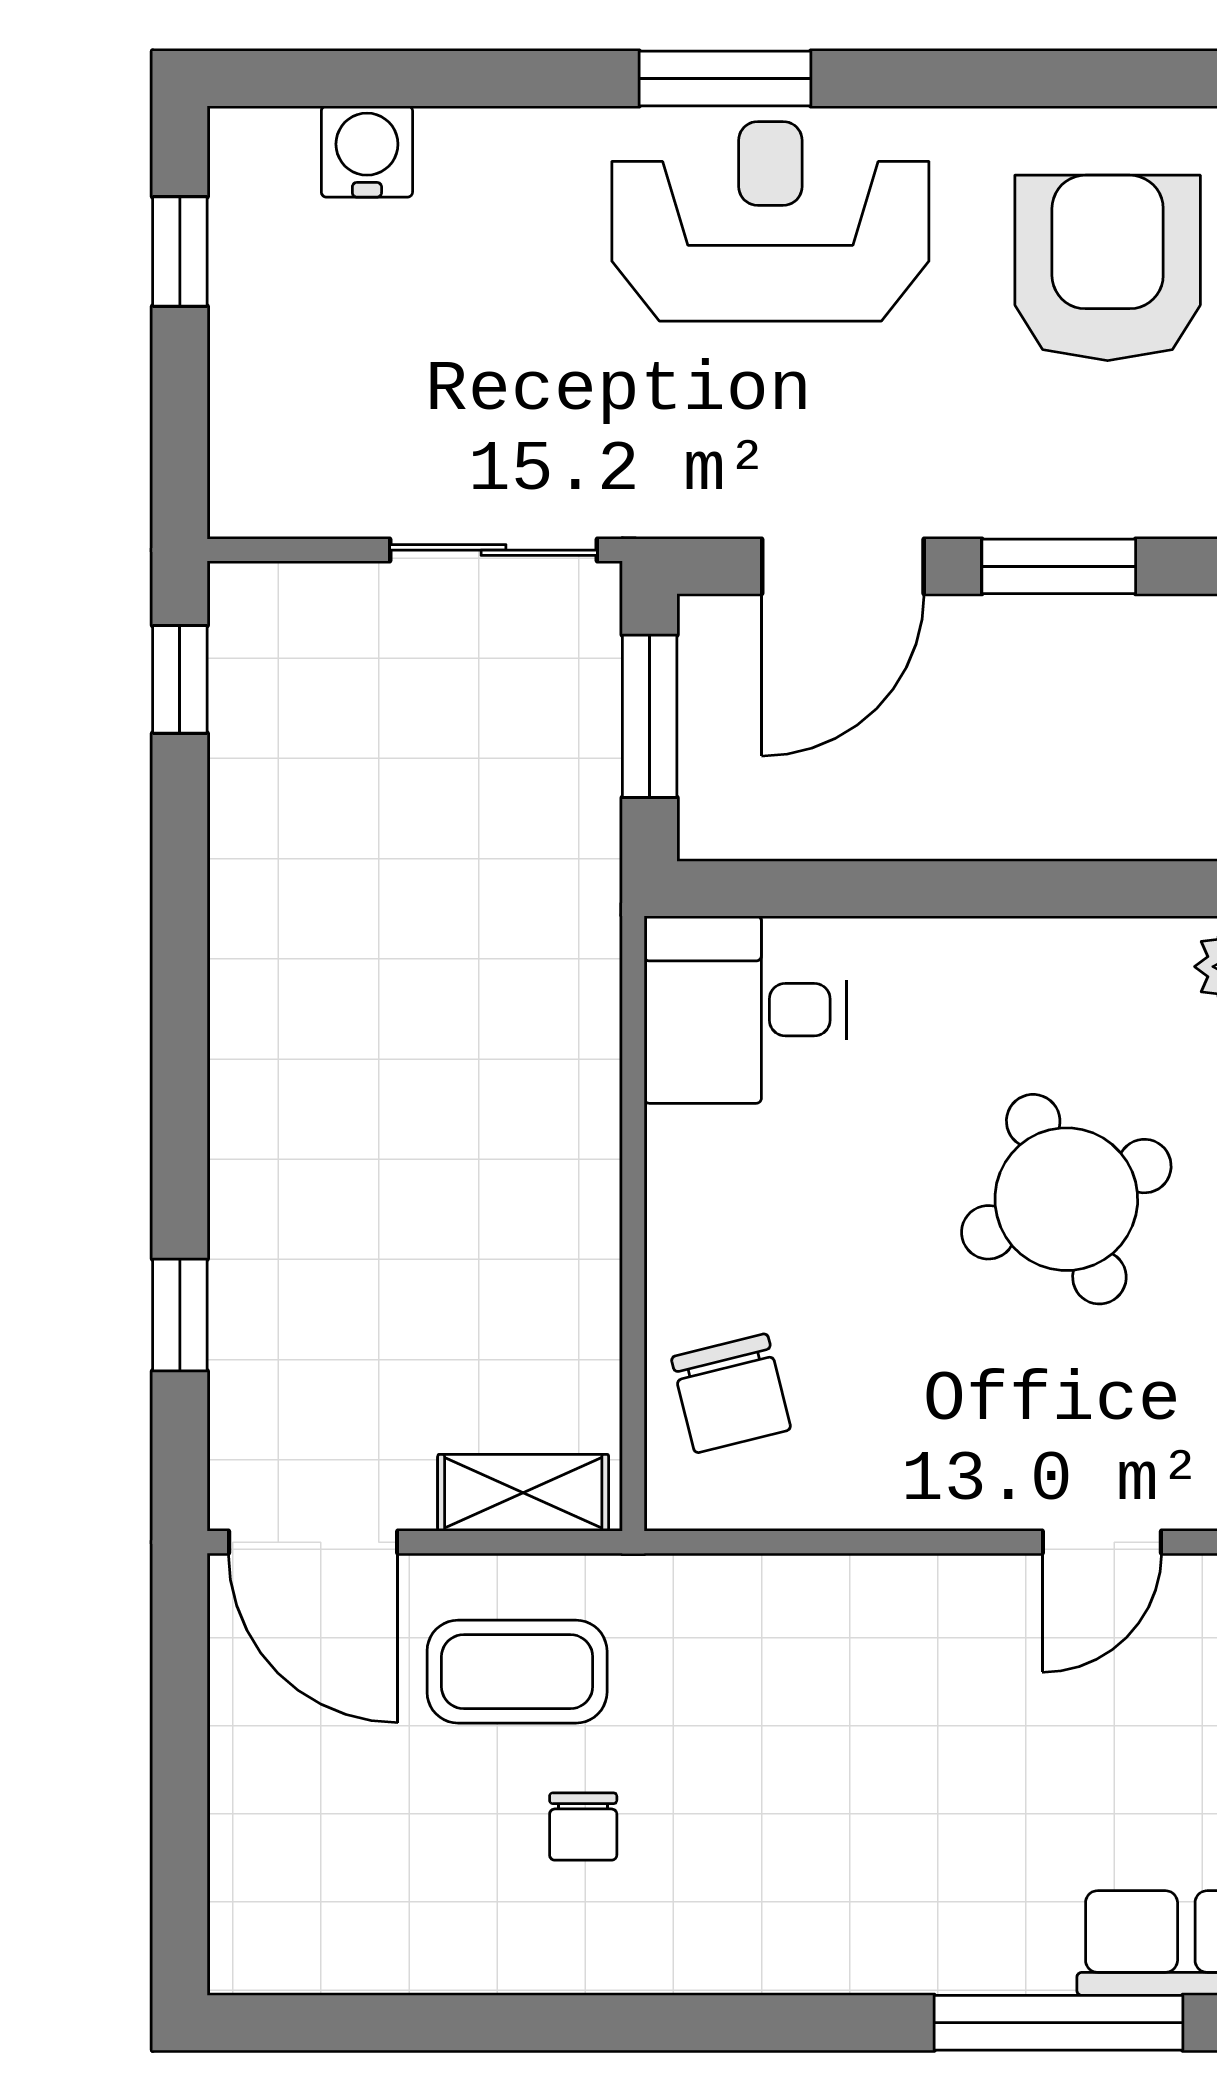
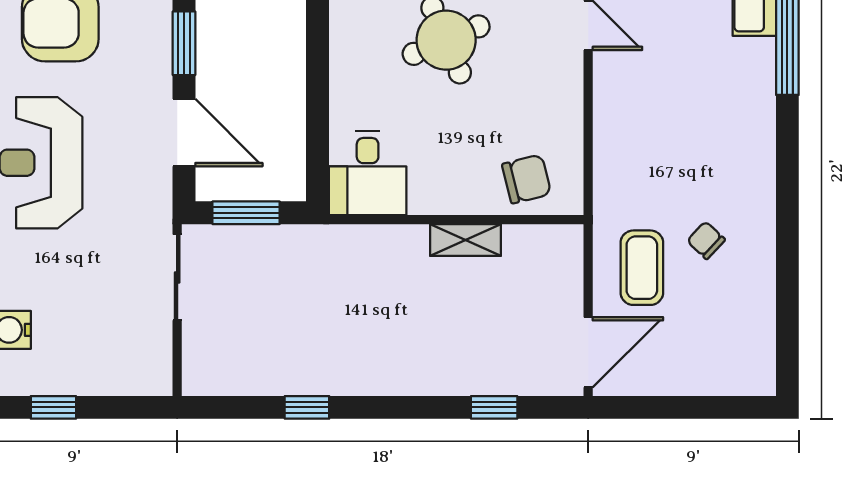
window: (180, 679) -> (307, 407), moved
shelving: (523, 1493) -> (465, 240), moved, turned 90
chair: (583, 1826) -> (706, 240), turned -137

